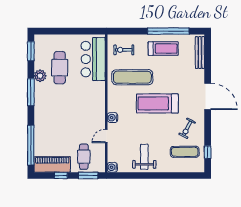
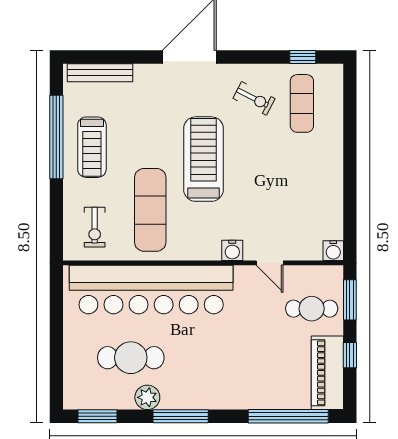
treadmill: (163, 49) -> (92, 147), turned 180
bar counter: (93, 59) -> (151, 290), width x1.86
treadmill: (157, 103) -> (203, 159), turned 180
weight bench: (144, 157) -> (312, 186), removed

